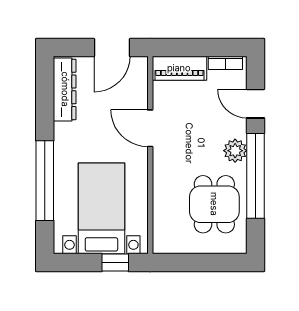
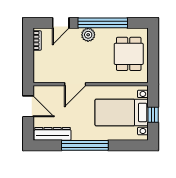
piano: (179, 68) -> (40, 67), removed
window: (45, 181) -> (85, 145), moved
dining table: (214, 204) -> (129, 54), moved, turned 90
window: (115, 263) -> (153, 115), moved

